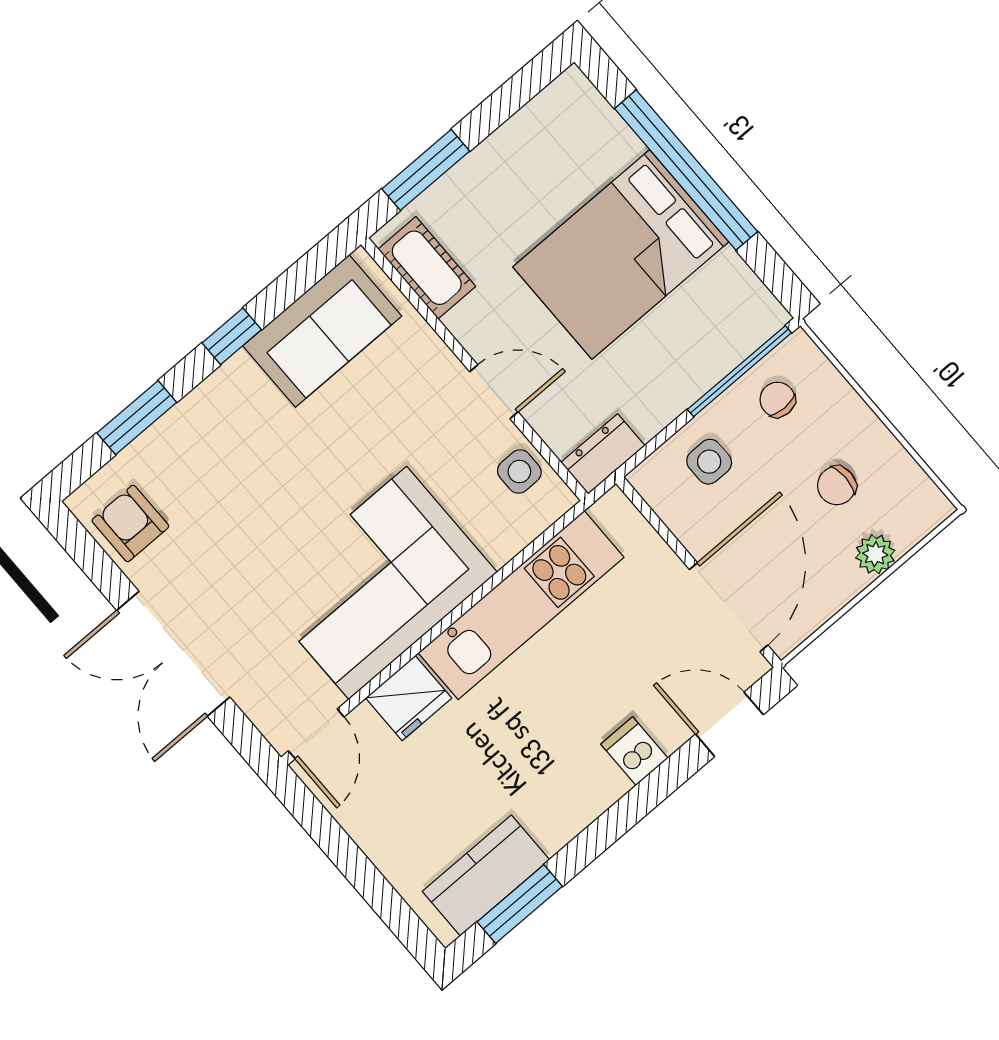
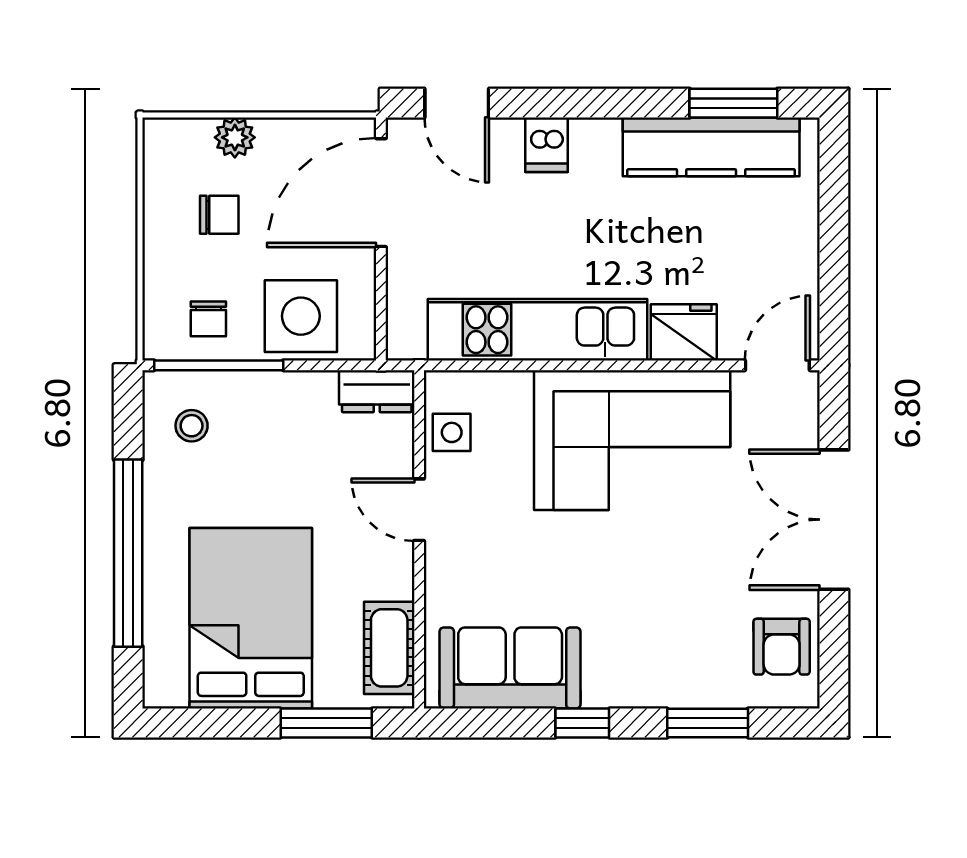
bed: (621, 254) -> (251, 618), moved, turned -90
stool: (721, 308) -> (192, 426), added
side table: (709, 462) -> (301, 316), width x1.87, depth x1.87
double door: (173, 654) -> (834, 520), swing flipped
kitchen counter: (486, 875) -> (711, 147), width x1.50

